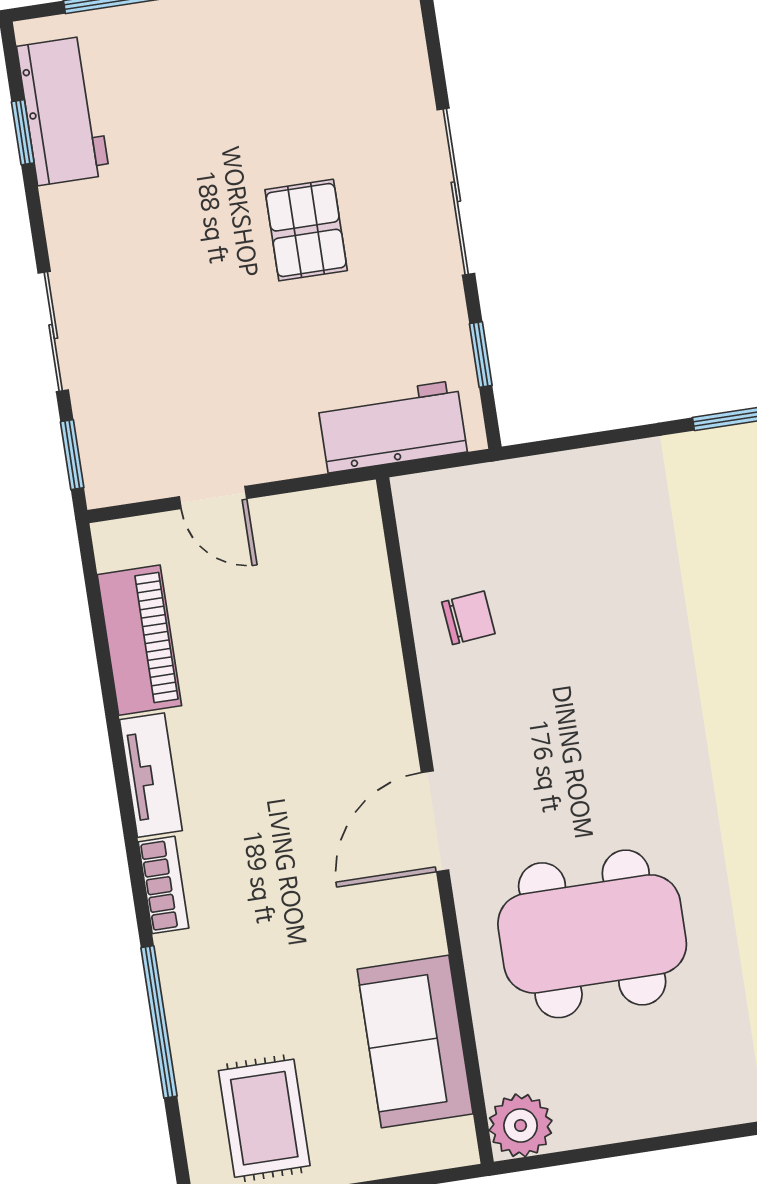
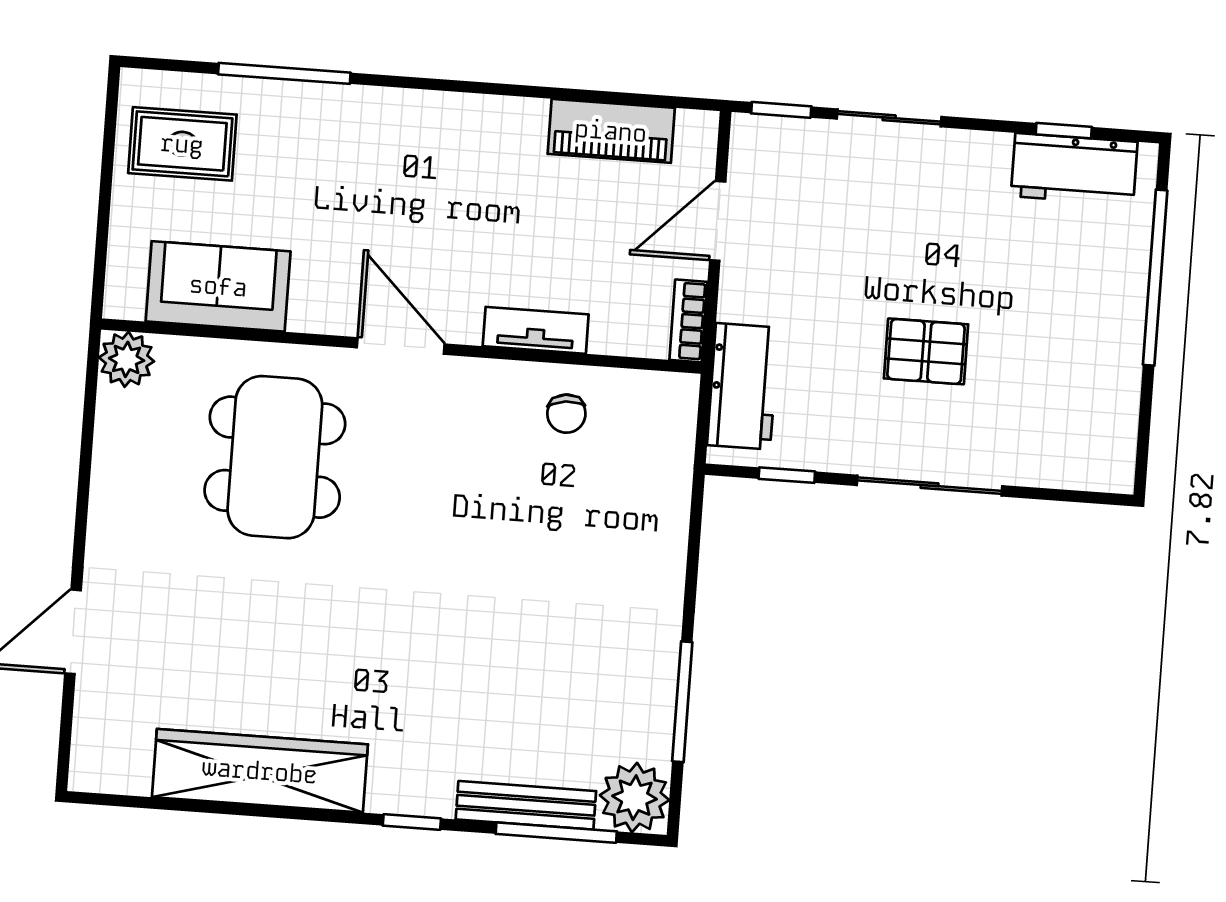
door: (213, 498) -> (718, 221), width x1.38
tv unit: (151, 775) -> (536, 330), moved, turned 180
bookcase: (163, 885) -> (688, 321), moved, turned 90

